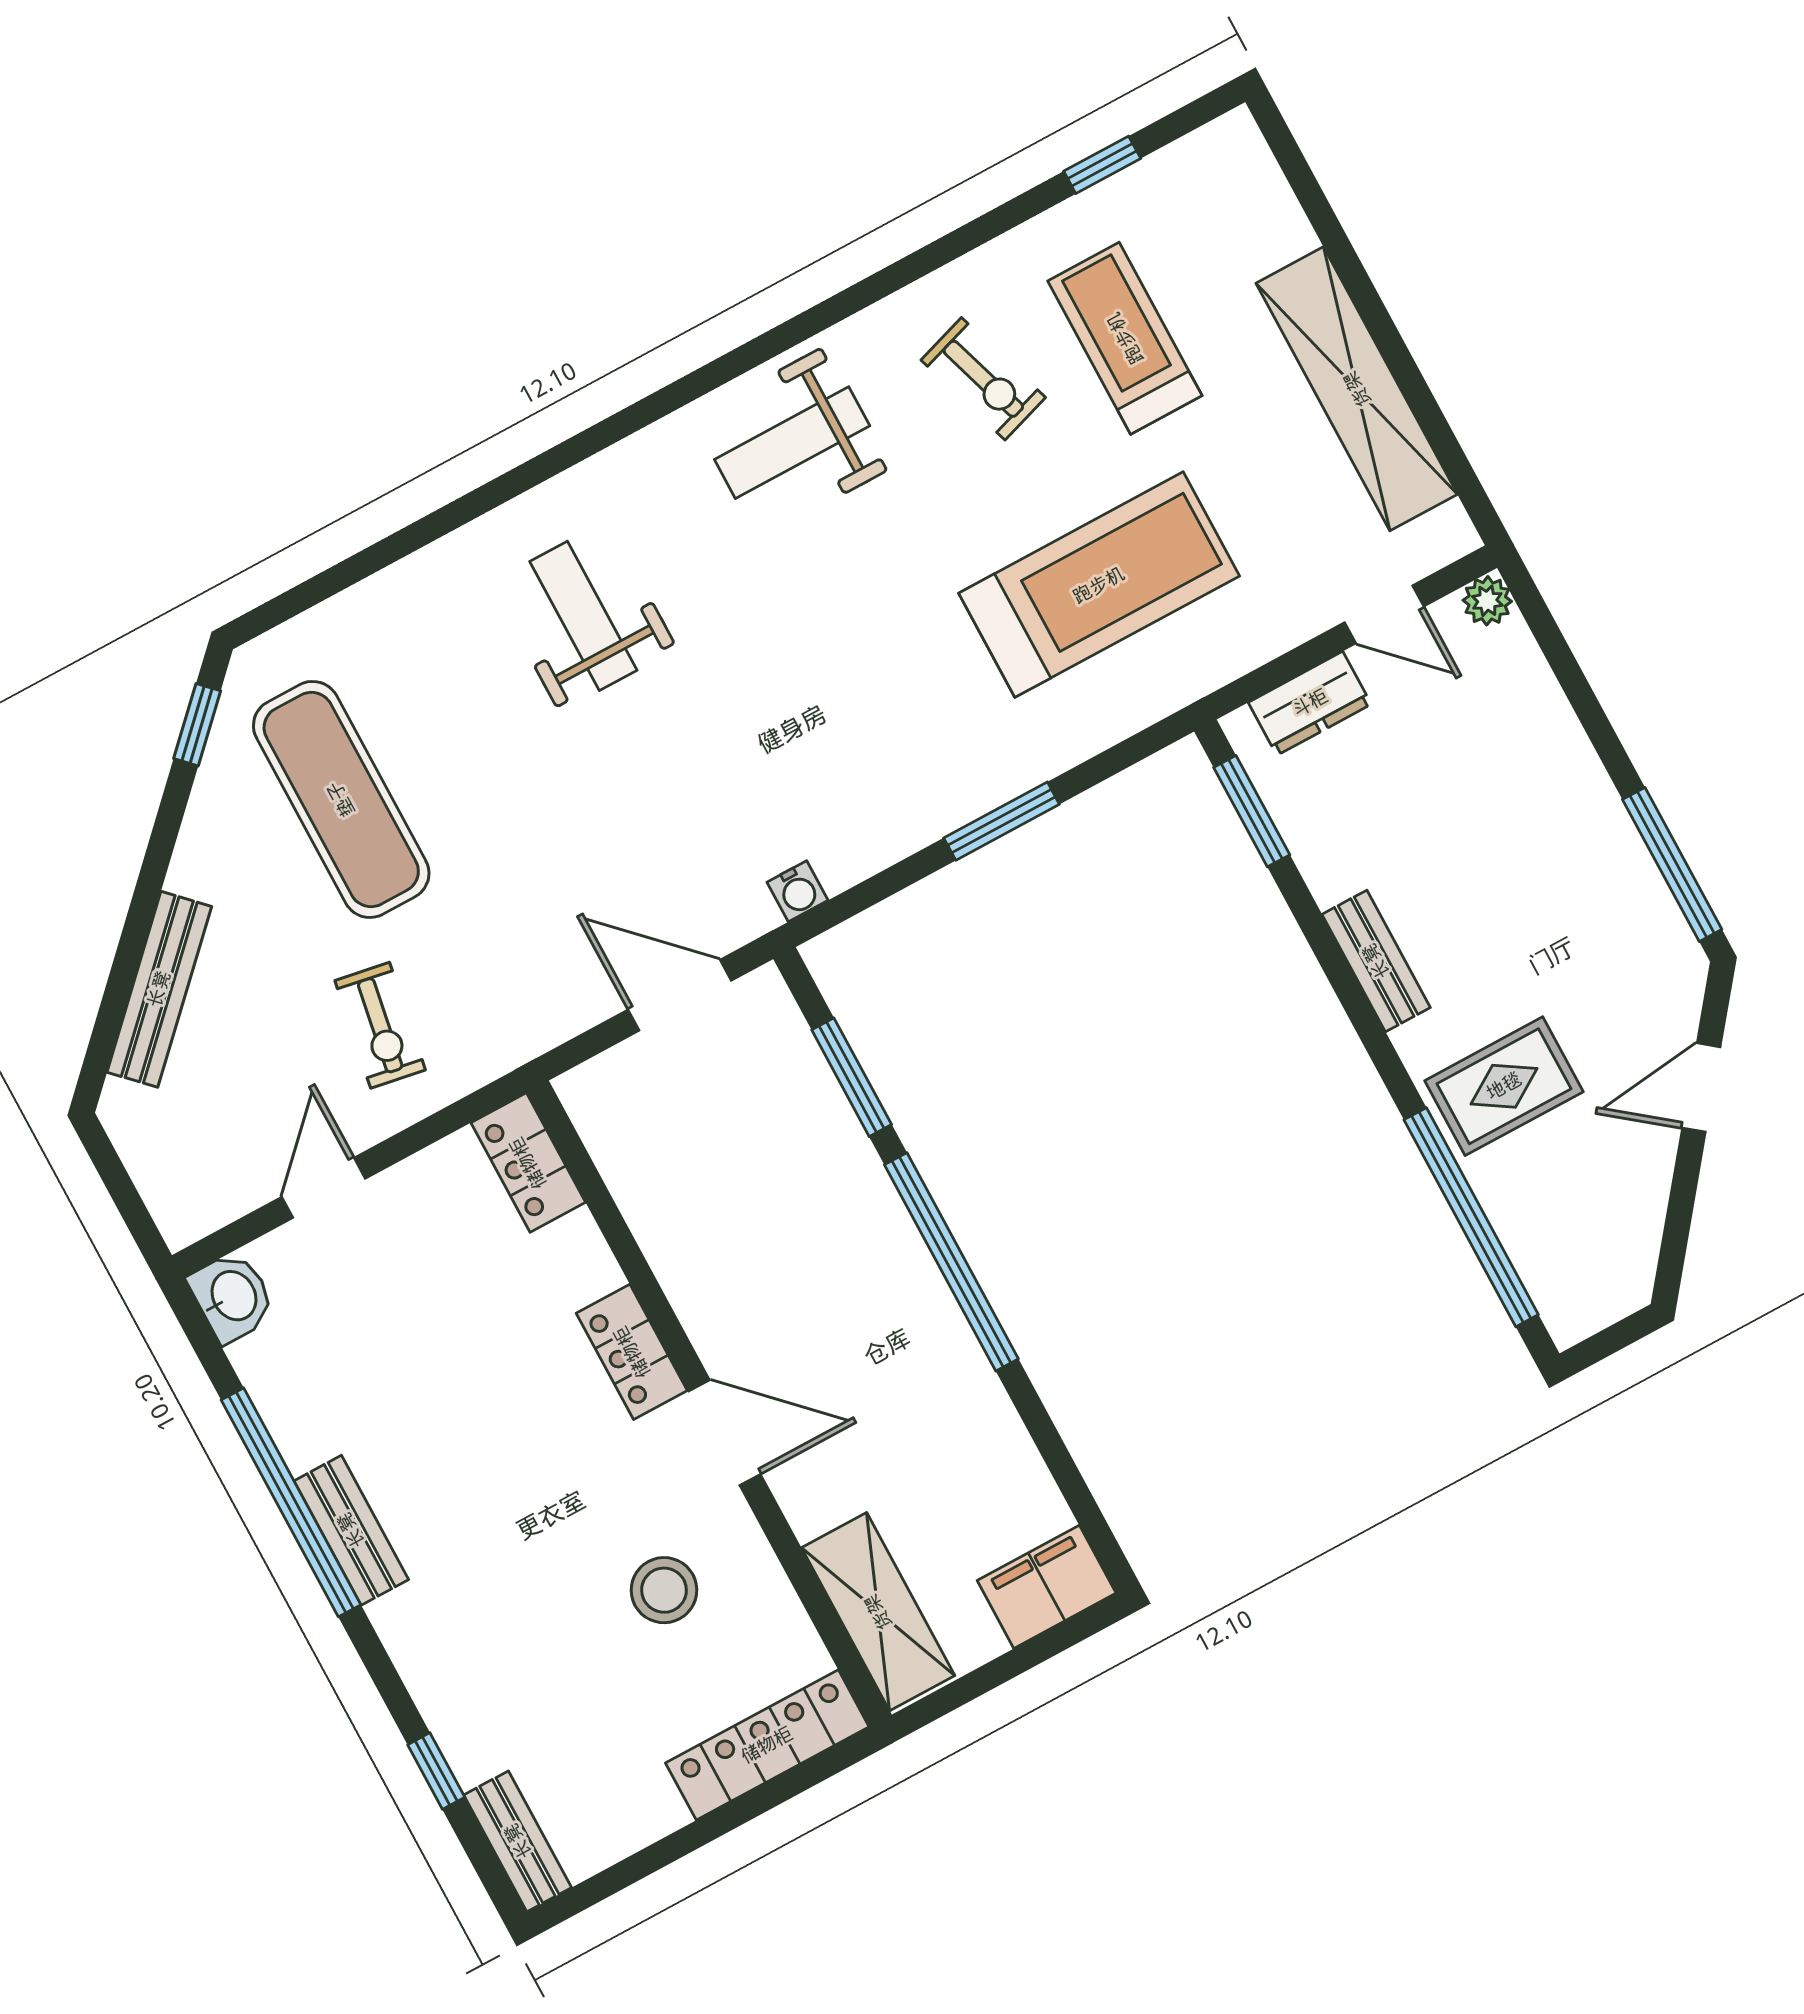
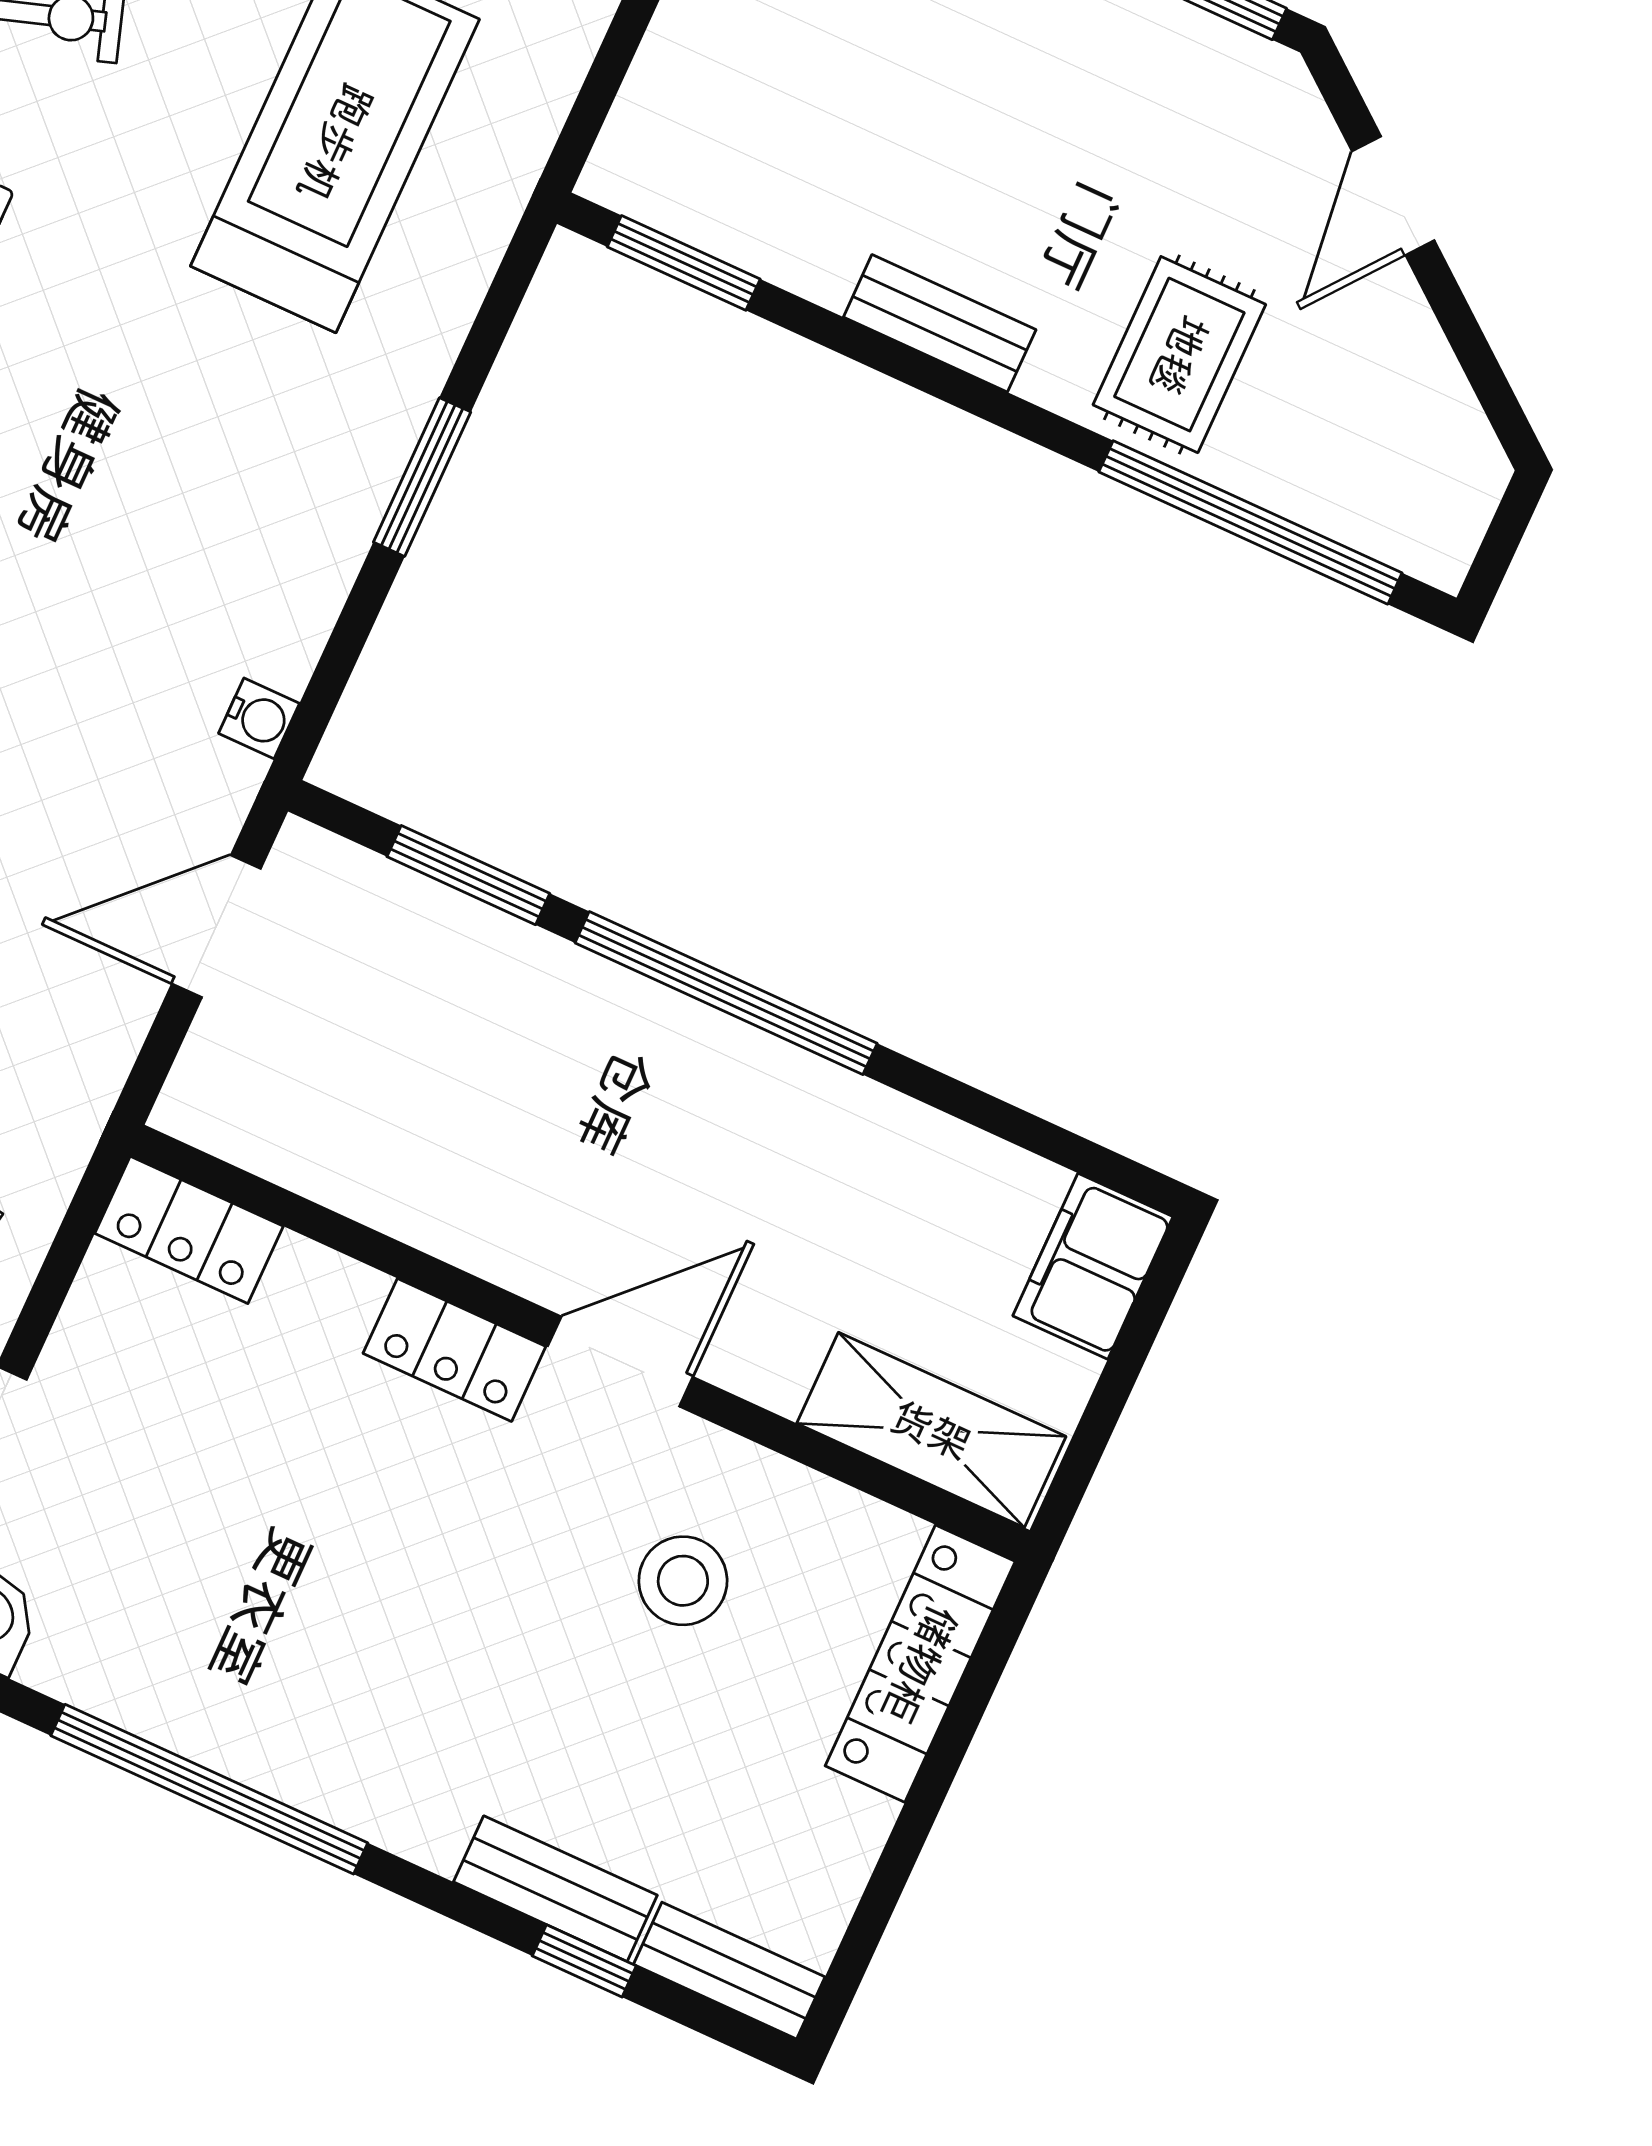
dresser: (1310, 703) -> (659, 99), removed
bench: (351, 1530) -> (555, 1889), moved

